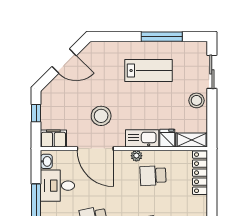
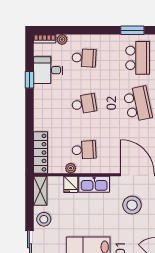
shelving: (192, 140) -> (40, 191), moved, turned 90
plant: (136, 156) -> (71, 168), moved

